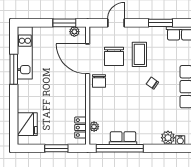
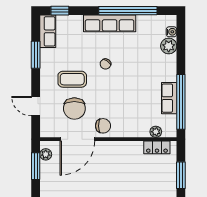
chair: (114, 56) -> (74, 109), turned 90

